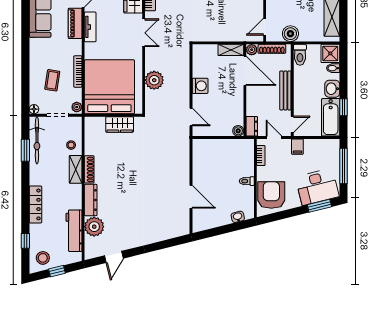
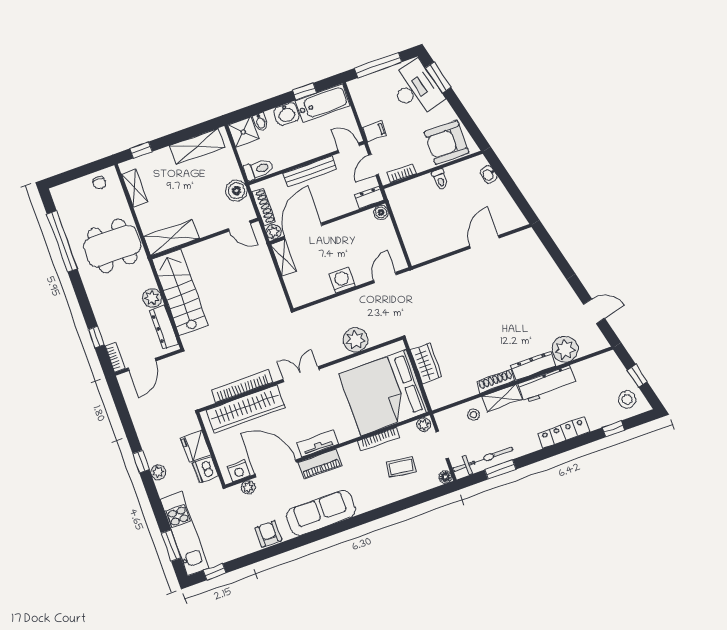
workbench: (74, 231) -> (547, 384), moved

